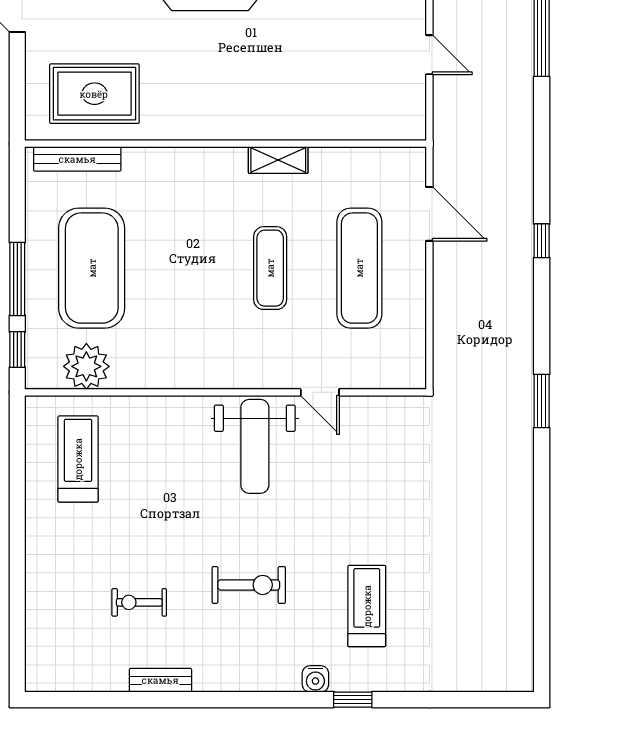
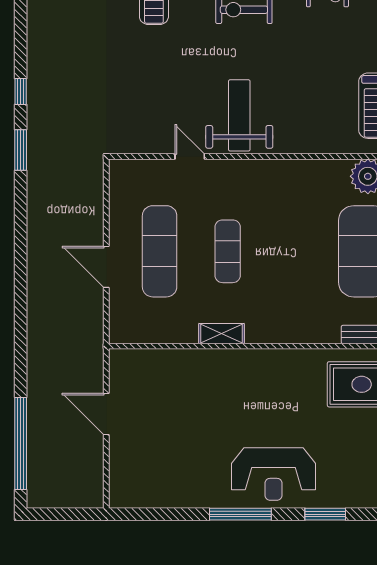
door: (429, 55) -> (106, 414), width x1.38
door: (429, 214) -> (106, 267), moved
window: (542, 241) -> (21, 91), moved

